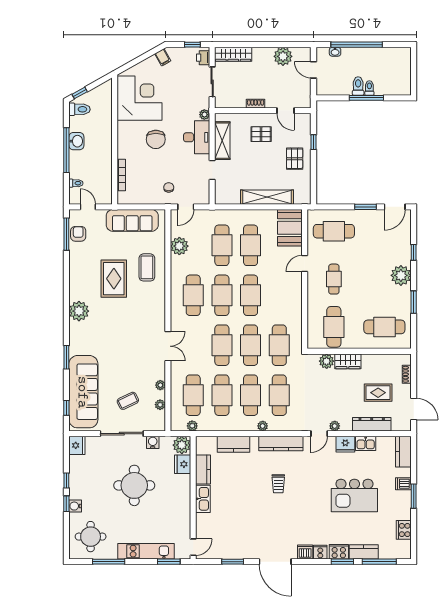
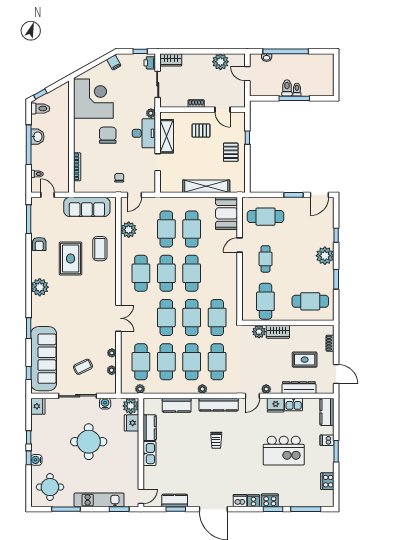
wardrobe: (233, 54) -> (171, 60), width x0.67
chair: (156, 139) -> (108, 135), turned 180
armchair: (78, 234) -> (39, 244), moved, turned 180
kitchen counter: (364, 552) -> (175, 501), moved

